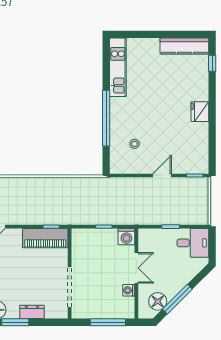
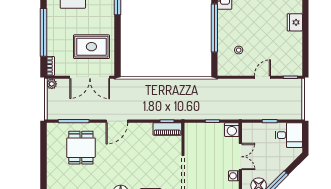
piano: (45, 238) -> (167, 129), width x0.73, depth x0.75

